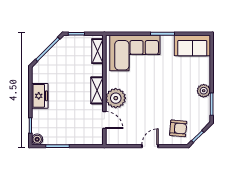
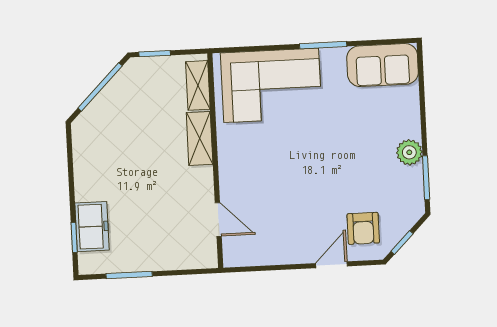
shelving: (97, 90) -> (200, 138), moved
freezer: (40, 96) -> (92, 227), moved
plant: (116, 98) -> (238, 176), removed
armchair: (178, 128) -> (363, 228), turned 85
boiler: (37, 139) -> (89, 264), removed
door: (150, 146) -> (331, 265), moved

